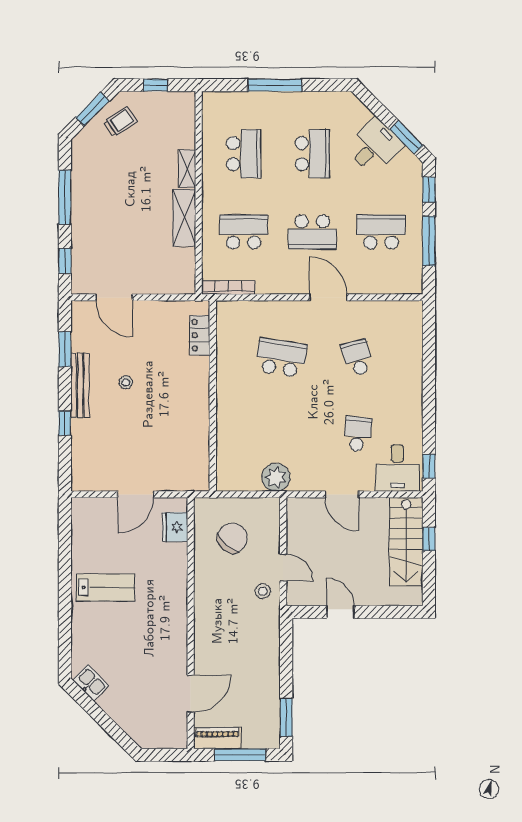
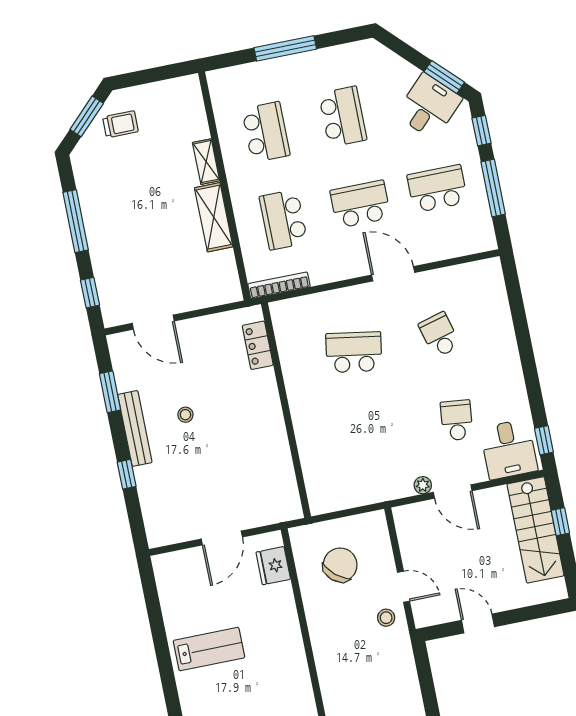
window: (156, 85) -> (152, 75), removed
trolley: (120, 122) -> (120, 124), turned 34
desk: (374, 146) -> (429, 107), moved
school desk: (244, 232) -> (283, 220), turned -90
school desk: (312, 232) -> (360, 204), turned 180
plant: (276, 477) -> (423, 485), moved, width x0.53, depth x0.53

